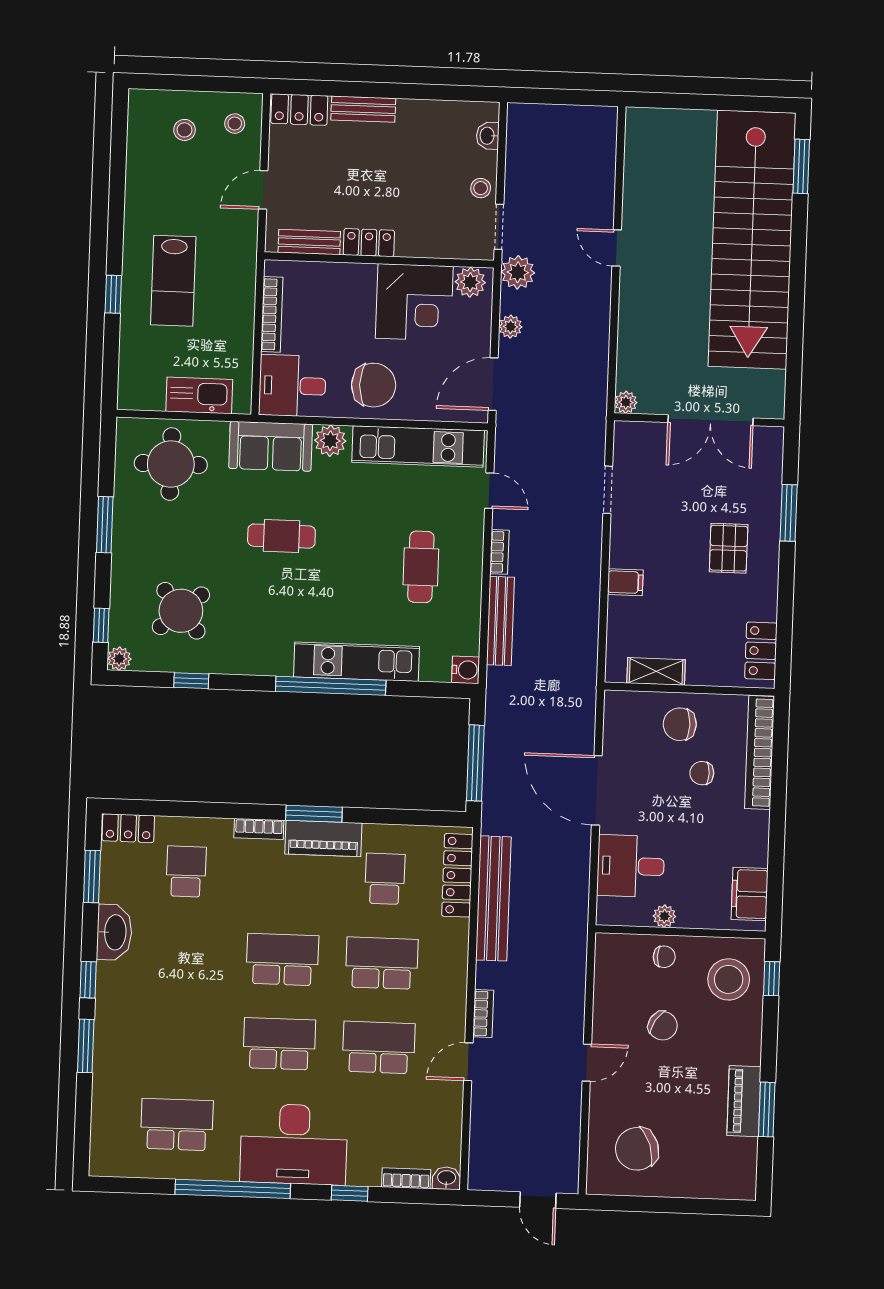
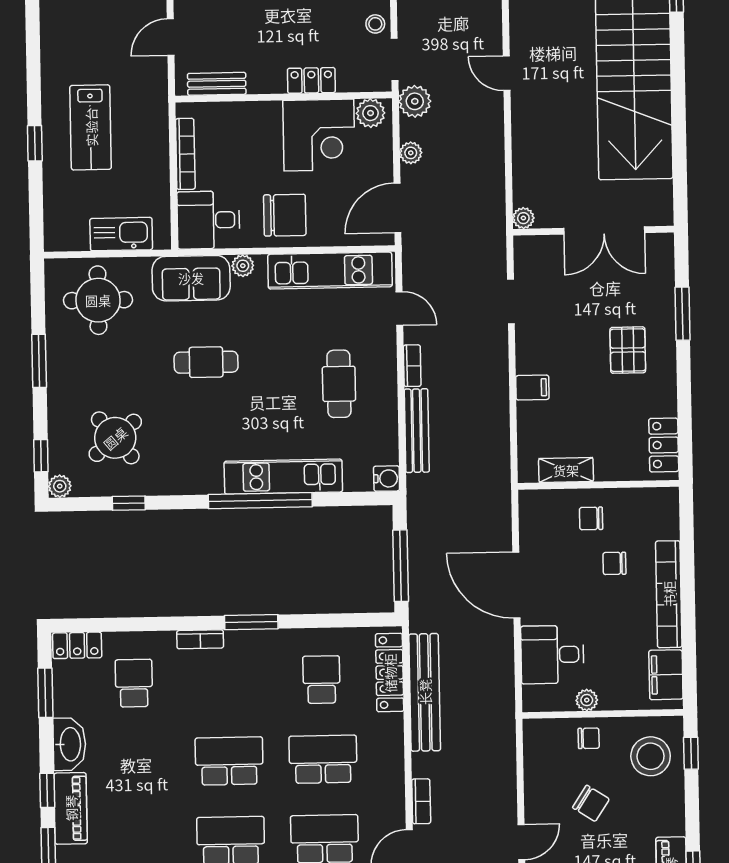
locker: (369, 243) -> (311, 80), moved
plant: (330, 441) -> (243, 266), width x0.73, depth x0.73
chair: (680, 724) -> (591, 518), width x0.73, depth x0.73
bookcase: (760, 753) -> (669, 594), moved
piano: (323, 838) -> (71, 808), moved, turned -90

